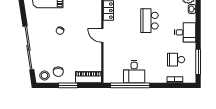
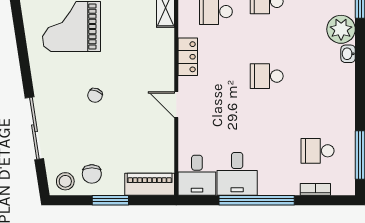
school desk: (150, 21) -> (267, 76), width x0.54
desk: (185, 32) -> (197, 175), moved, turned 90
sliding door: (28, 48) -> (34, 128), width x0.73
window: (130, 85) -> (257, 200), moved

